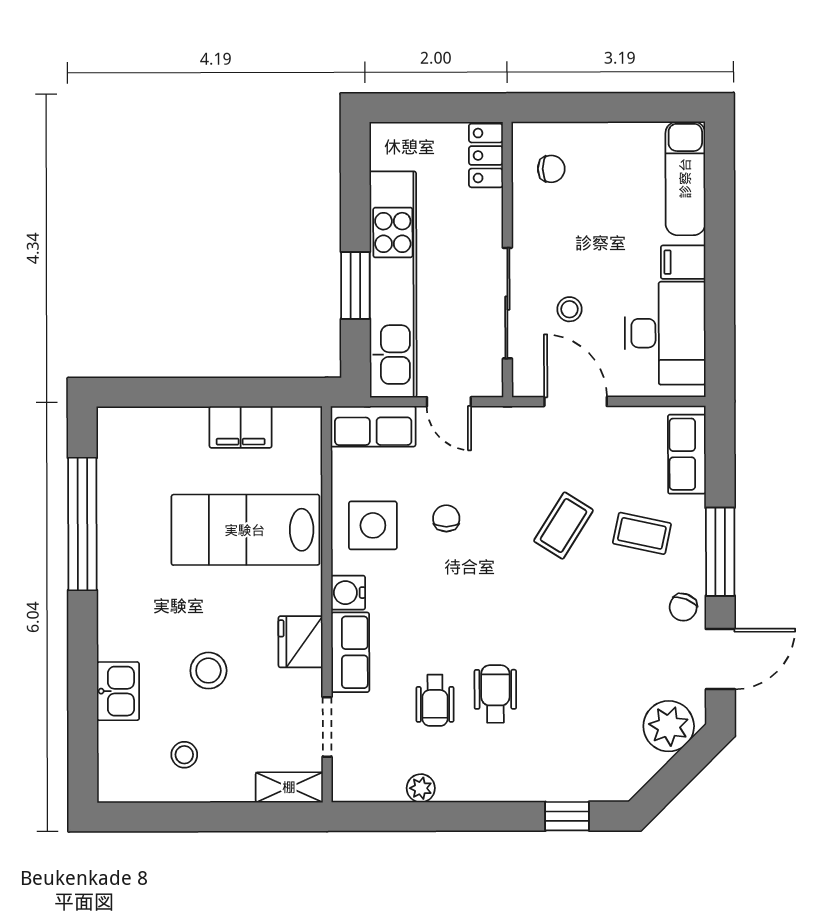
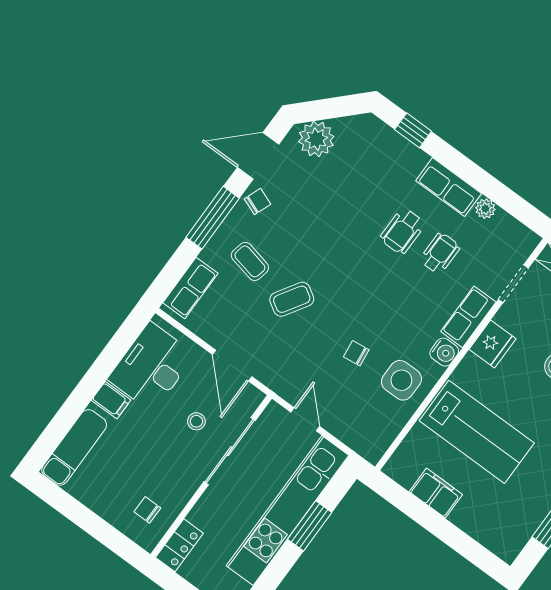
row of seats: (373, 426) -> (449, 187), moved, turned 180
chair: (446, 518) -> (356, 353), turned 83

